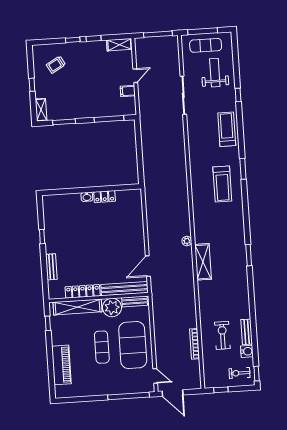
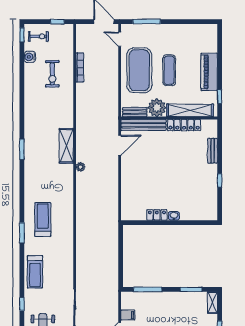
bench: (247, 332) -> (29, 76), removed
piano: (61, 365) -> (209, 72), moved
window: (129, 396) -> (147, 22), width x0.68

